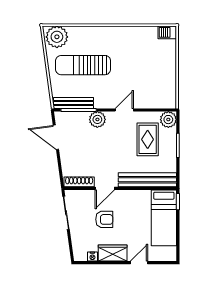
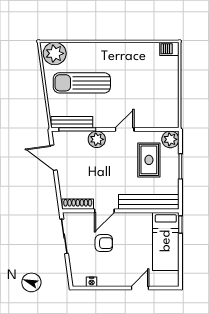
wardrobe: (113, 253) -> (113, 278), removed

